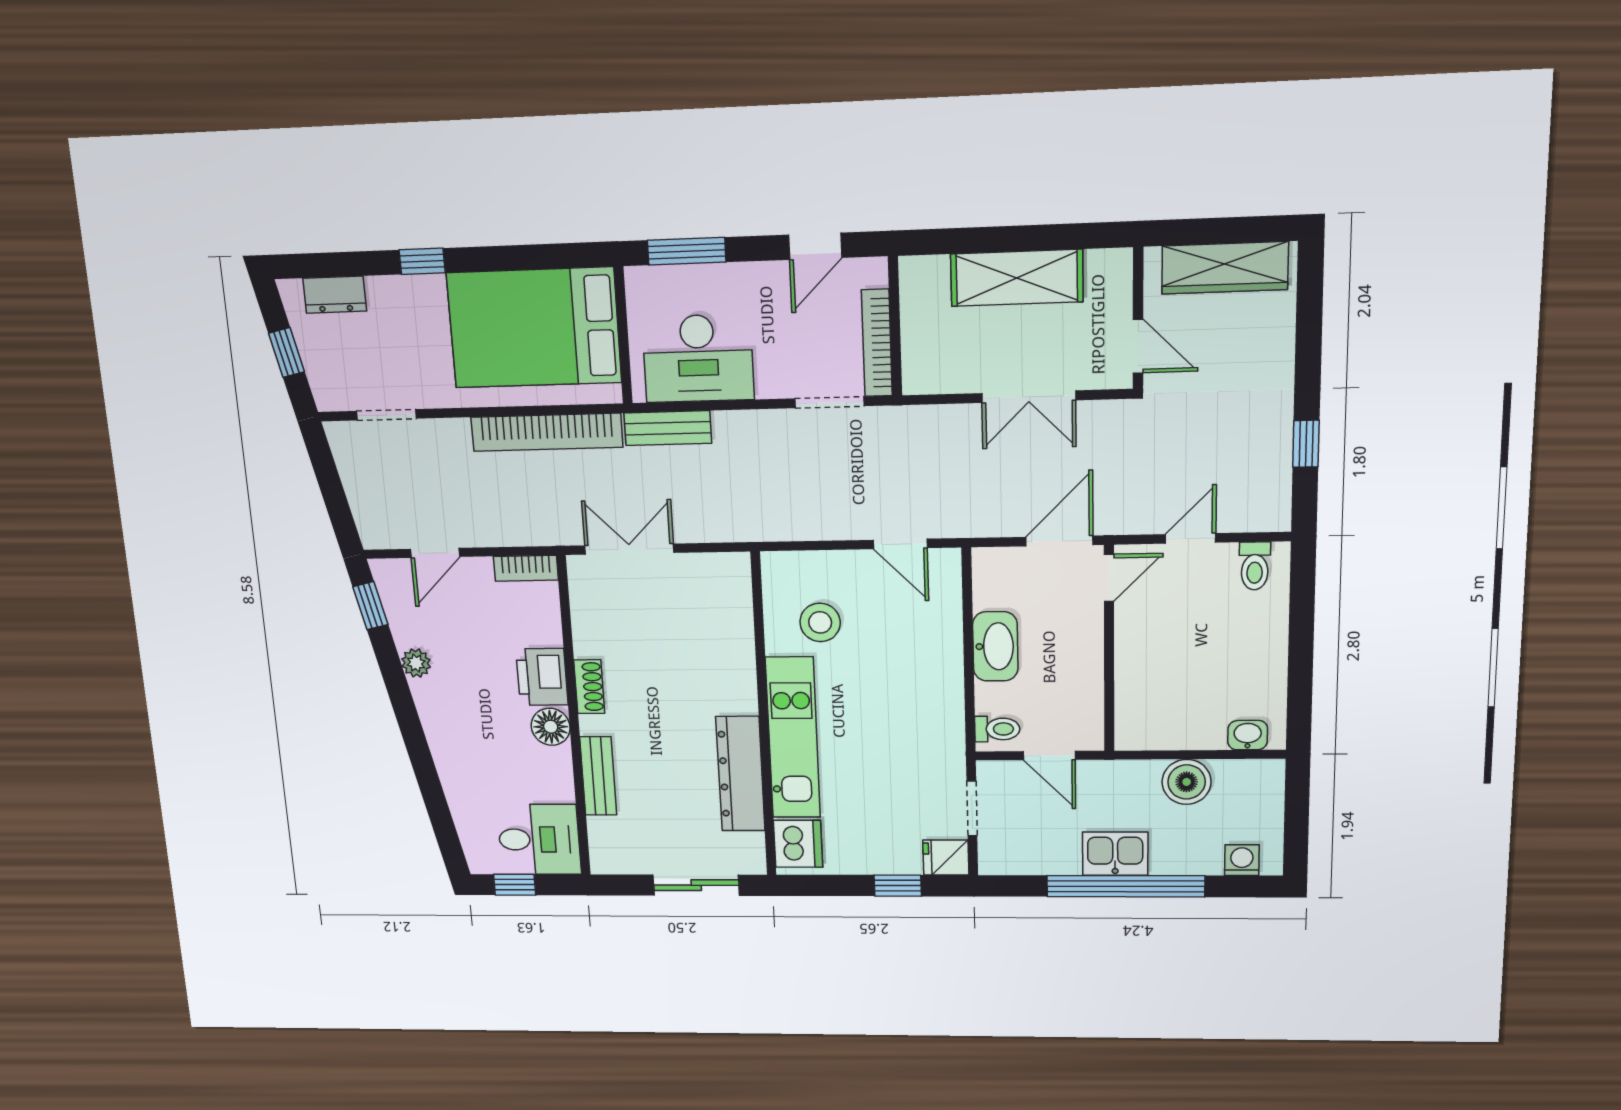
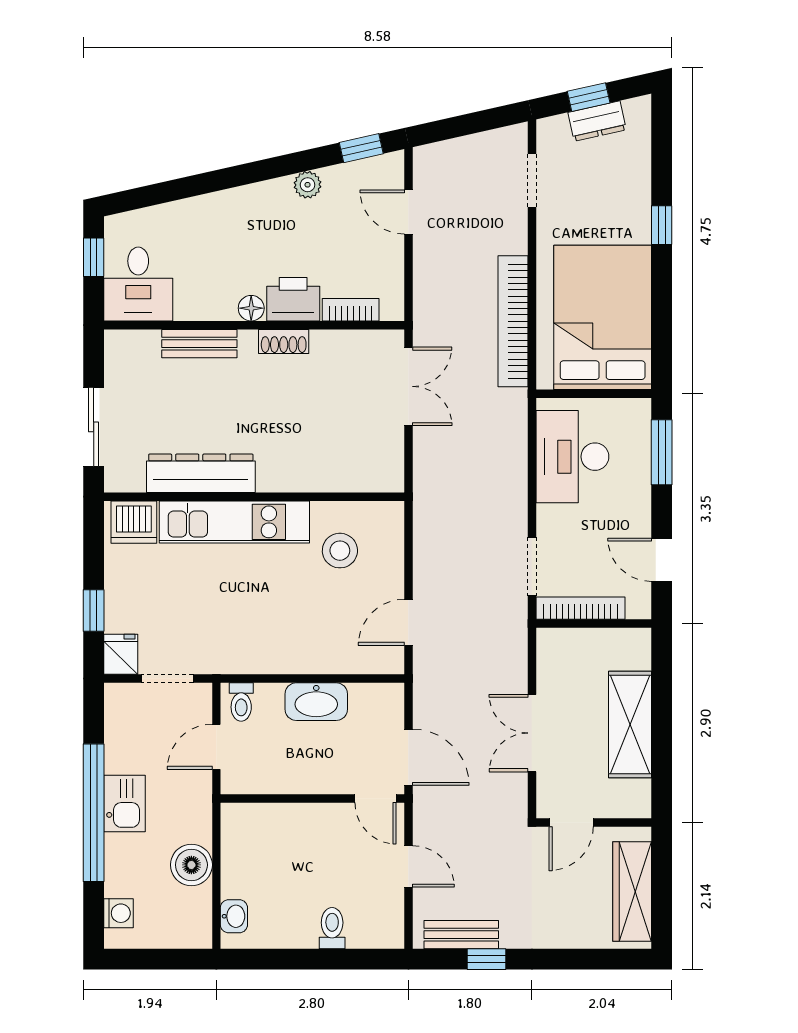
dresser: (335, 295) -> (597, 121), moved, turned -103
bench: (668, 428) -> (461, 935), moved, turned 90
toilet: (1255, 566) -> (332, 928), moved, turned 90
bookcase: (526, 568) -> (351, 310), moved, turned 90
floor lamp: (551, 727) -> (251, 308), width x0.73, depth x0.73

